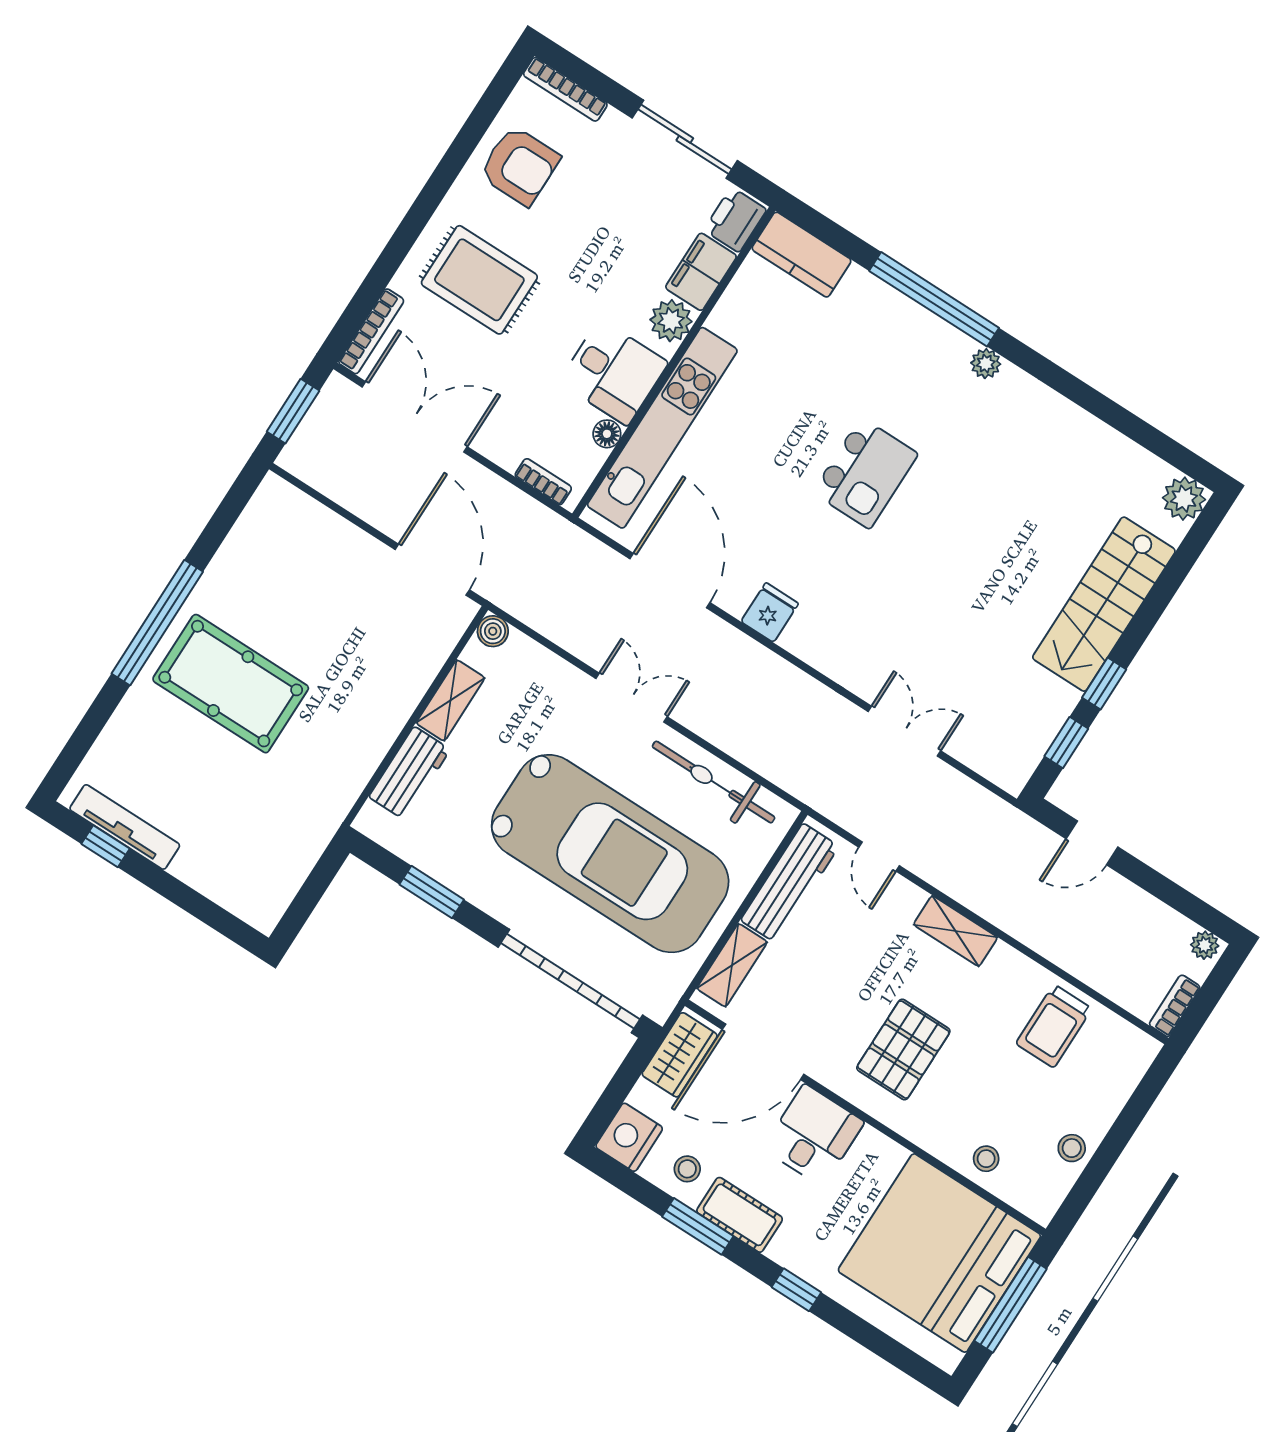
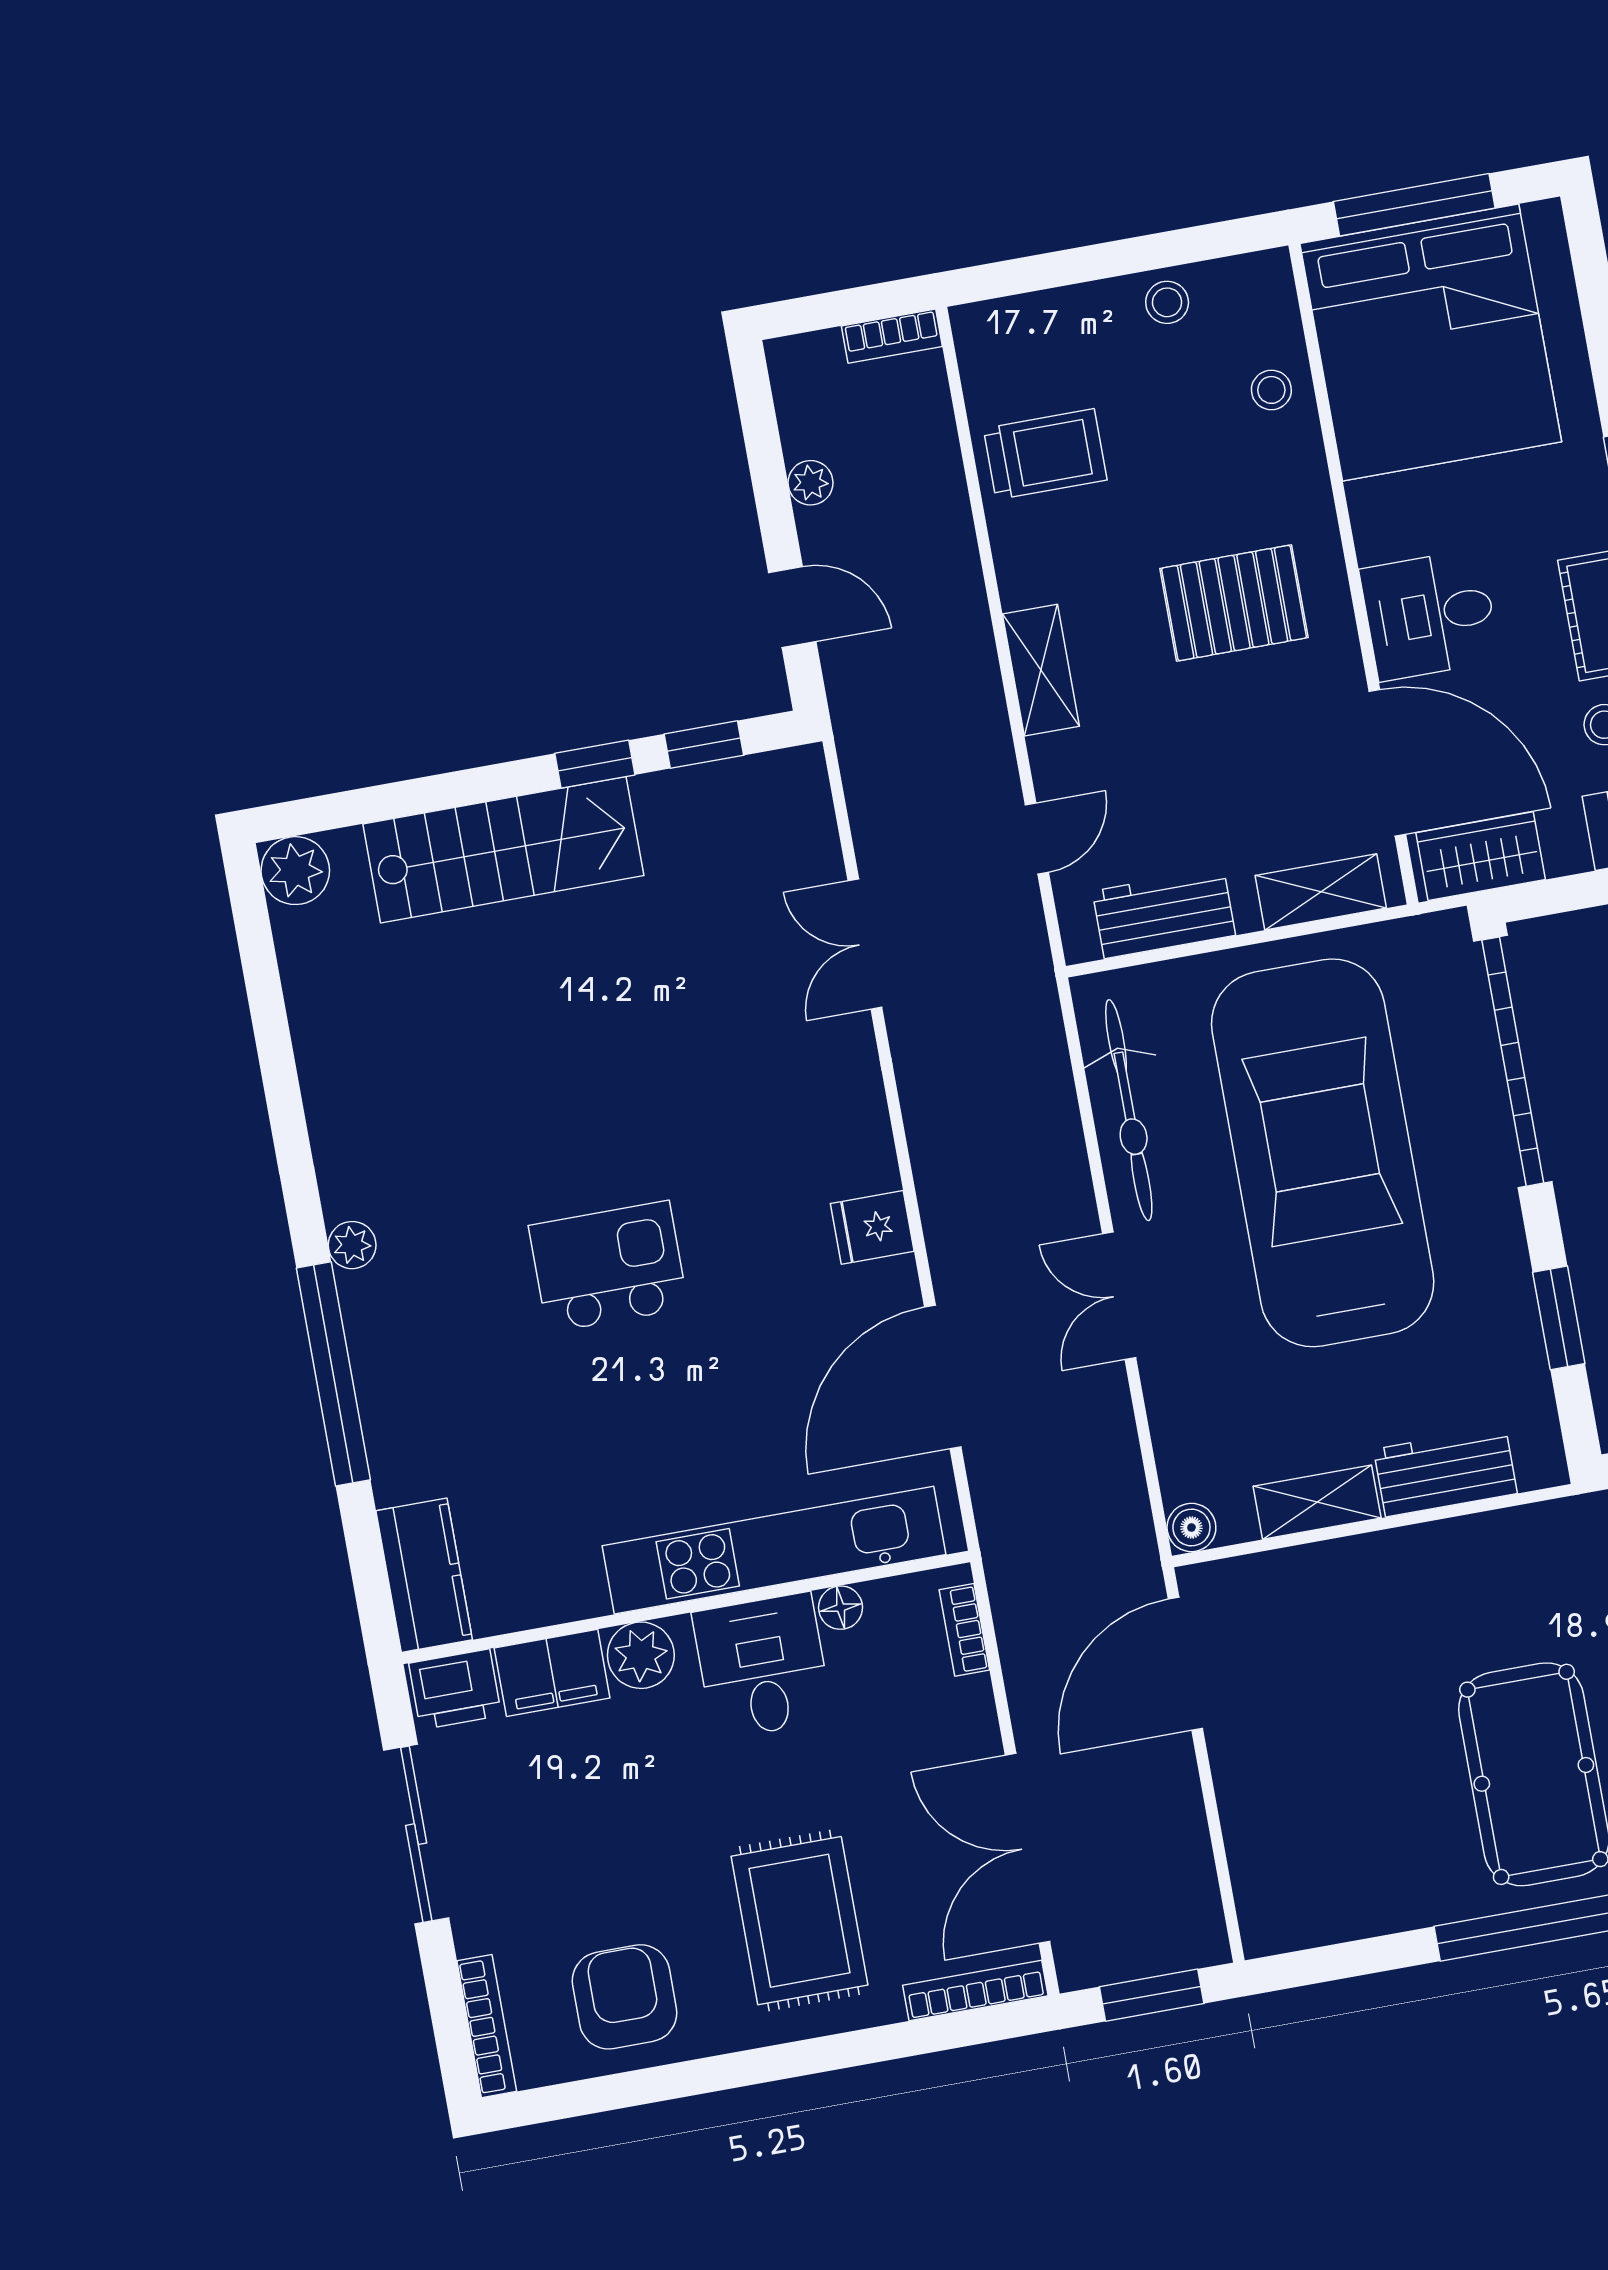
workbench: (790, 883) -> (1164, 913), width x0.73
plant: (1205, 945) -> (810, 483), moved

